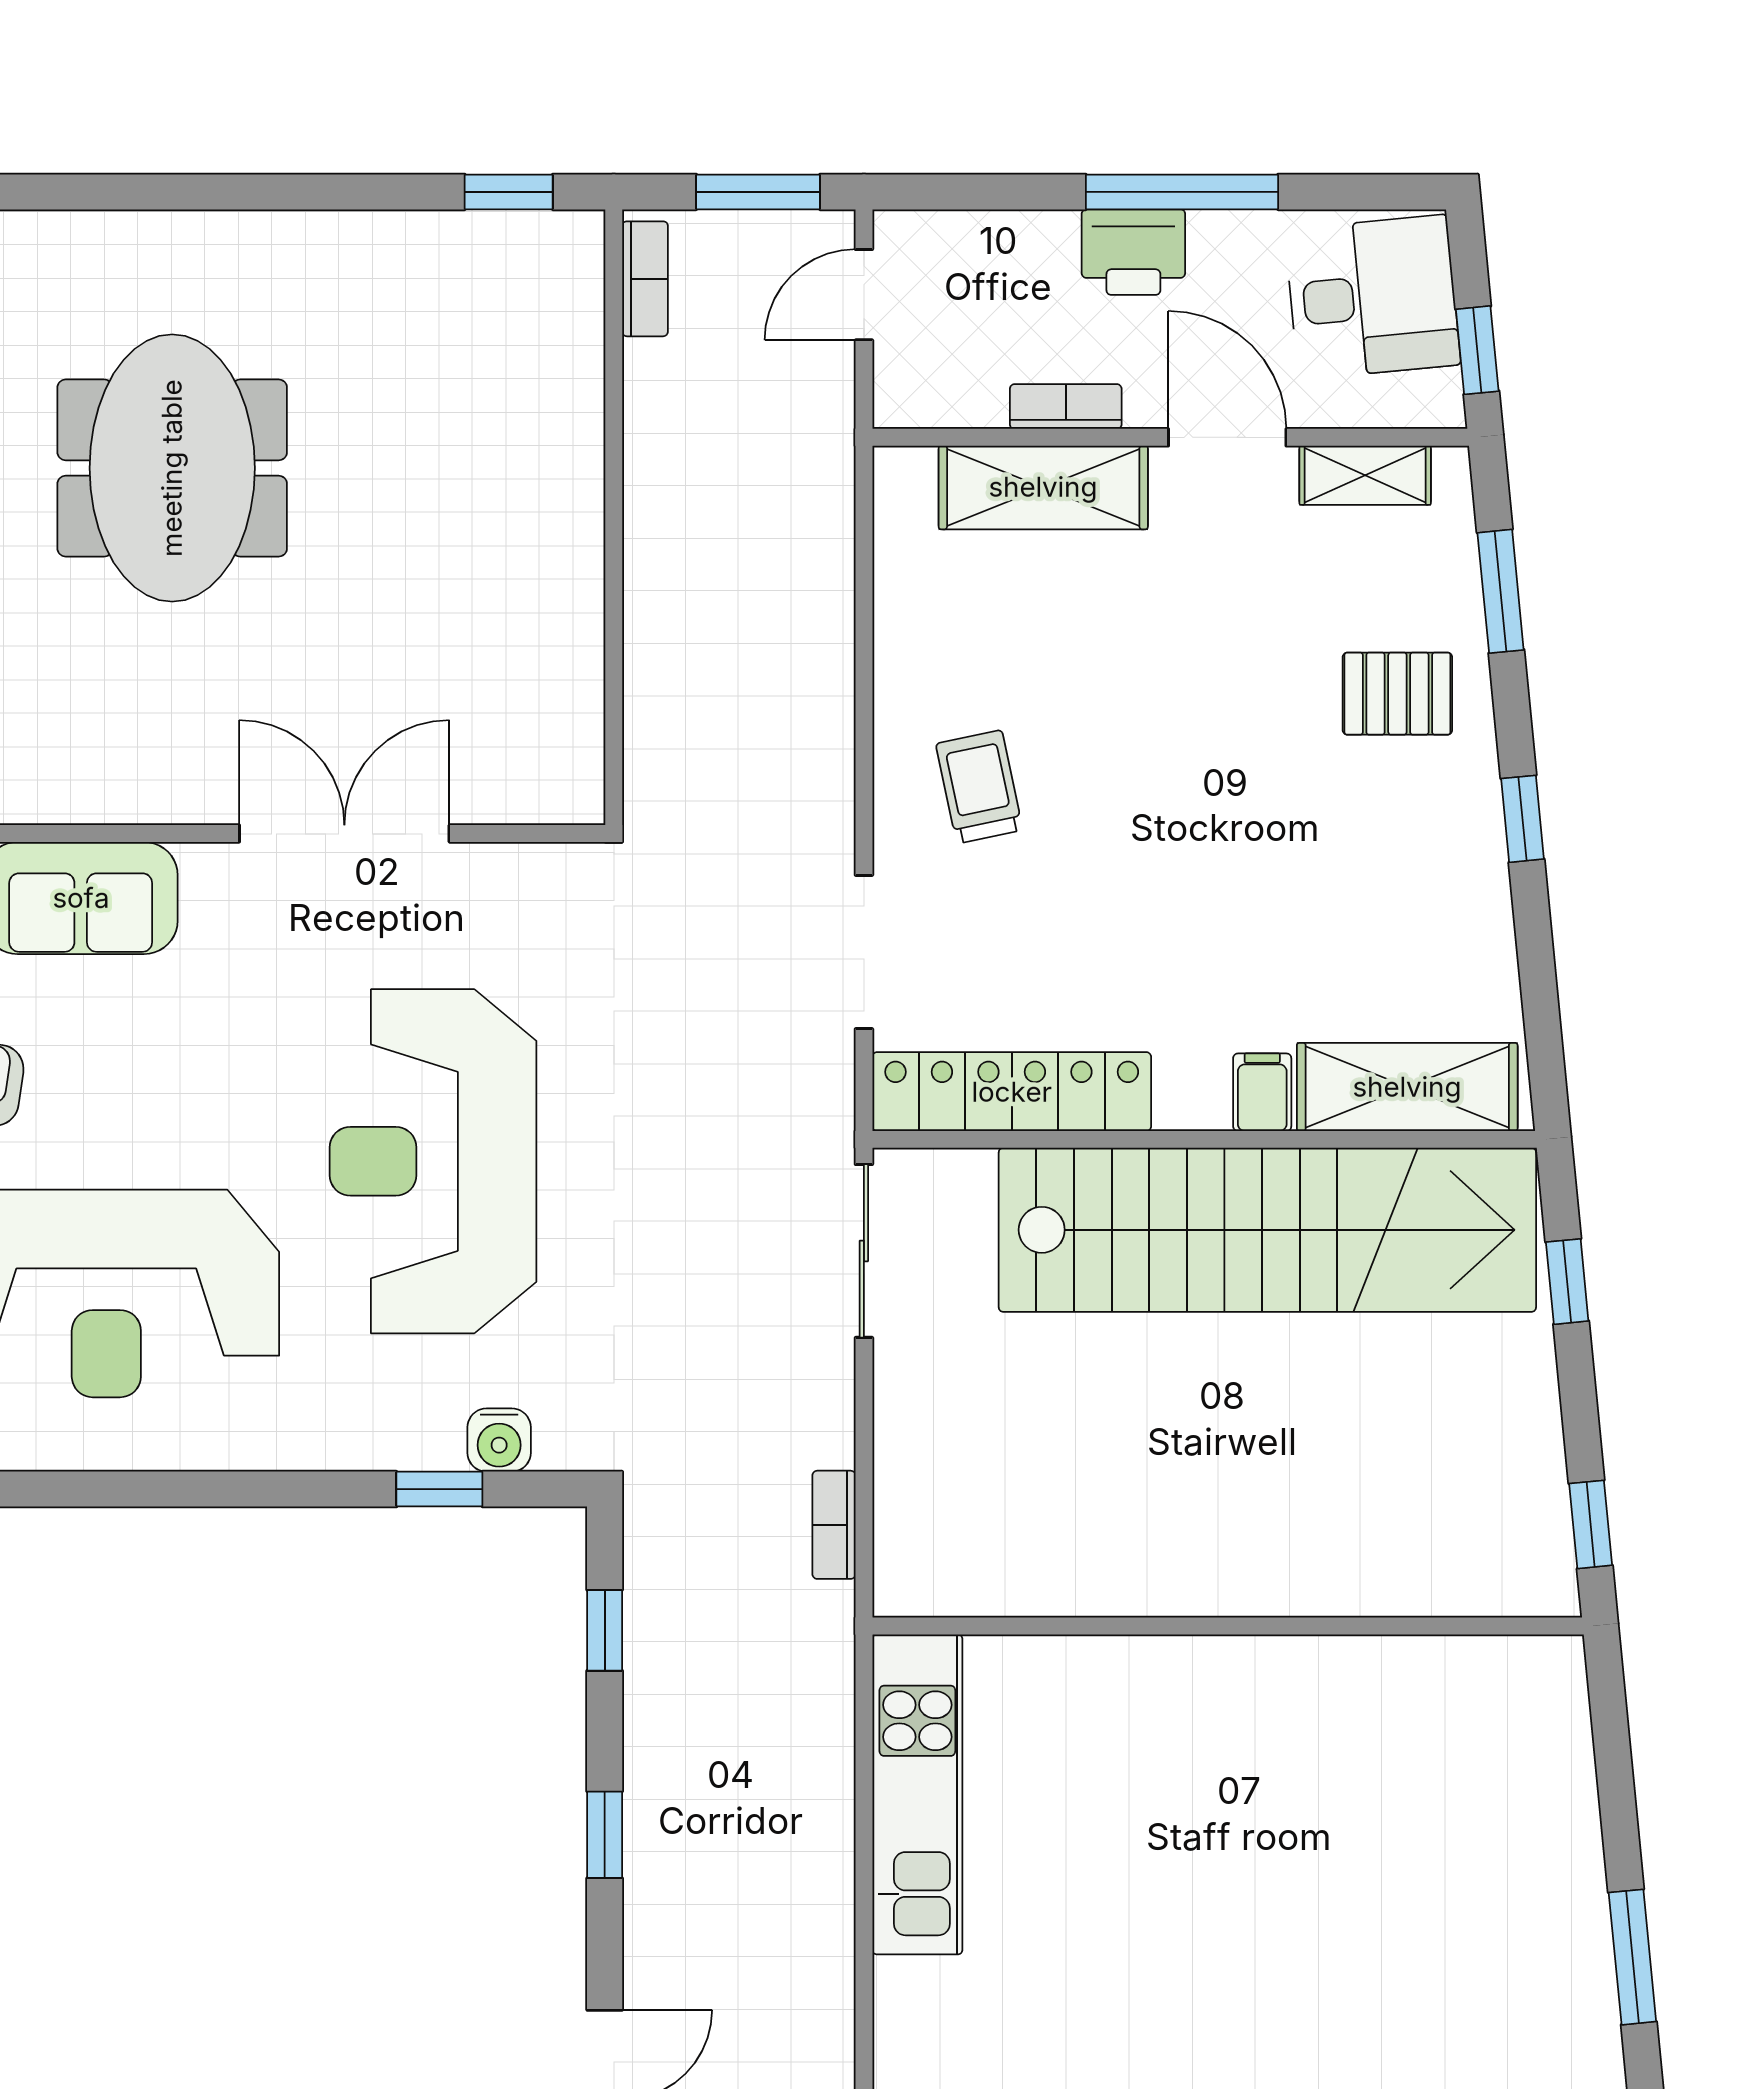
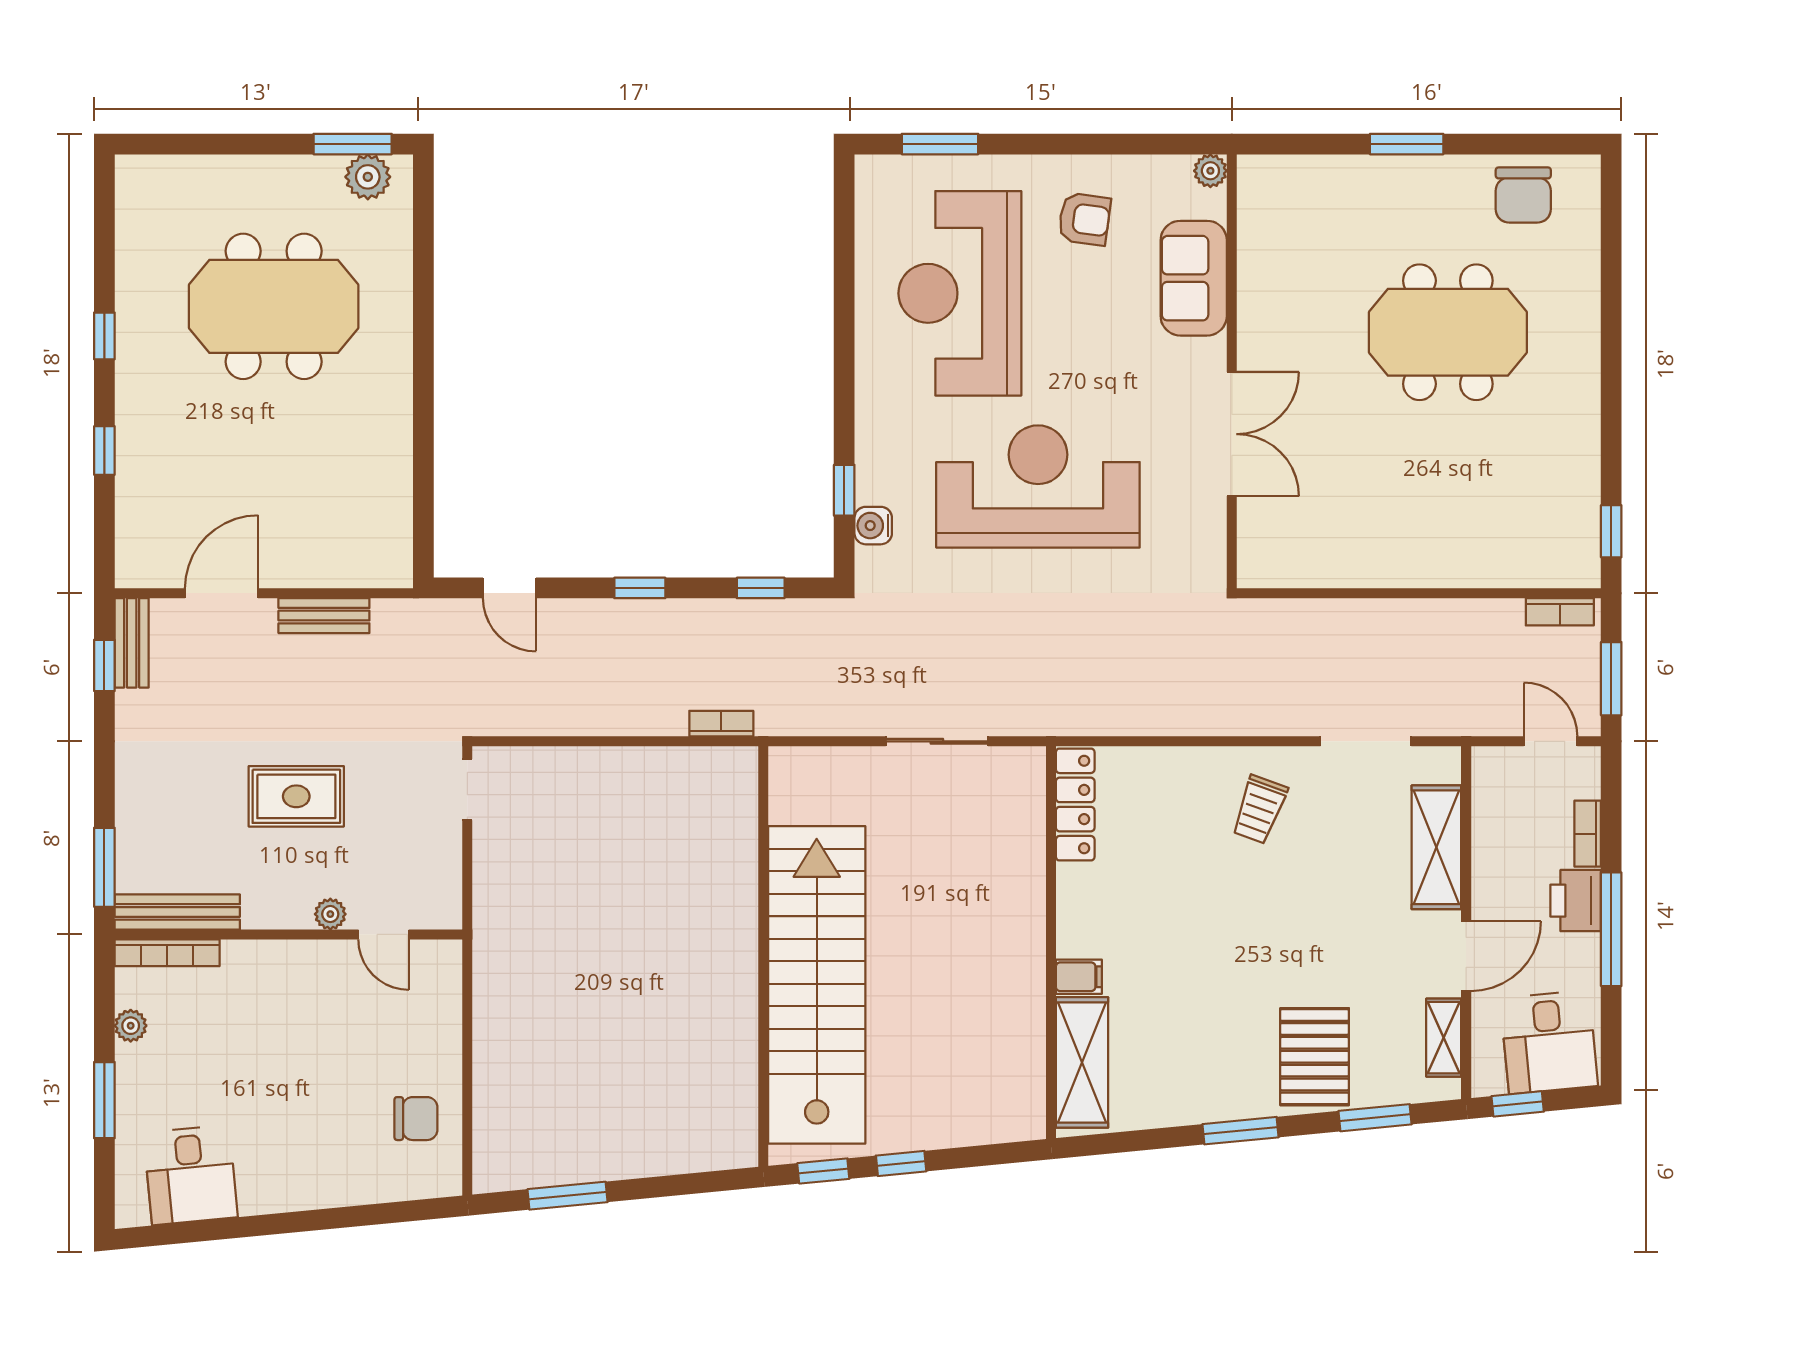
bookcase: (1066, 407) -> (1588, 834), moved, turned 180
pallet: (1397, 694) -> (1315, 1057), width x1.50, depth x1.42
trolley: (979, 787) -> (1259, 809), turned 122
window: (1523, 819) -> (1240, 1131), width x1.50
doorway: (864, 952) -> (1366, 741), moved
locker: (1012, 1092) -> (1075, 805), width x0.71, depth x0.83
stairs: (1267, 1230) -> (817, 985), moved, turned 180
sliding door: (864, 1251) -> (937, 741), moved
window: (1567, 1282) -> (901, 1163), moved
bookcase: (834, 1525) -> (721, 724), moved
kitchen unit: (917, 1794) -> (664, 773), removed

